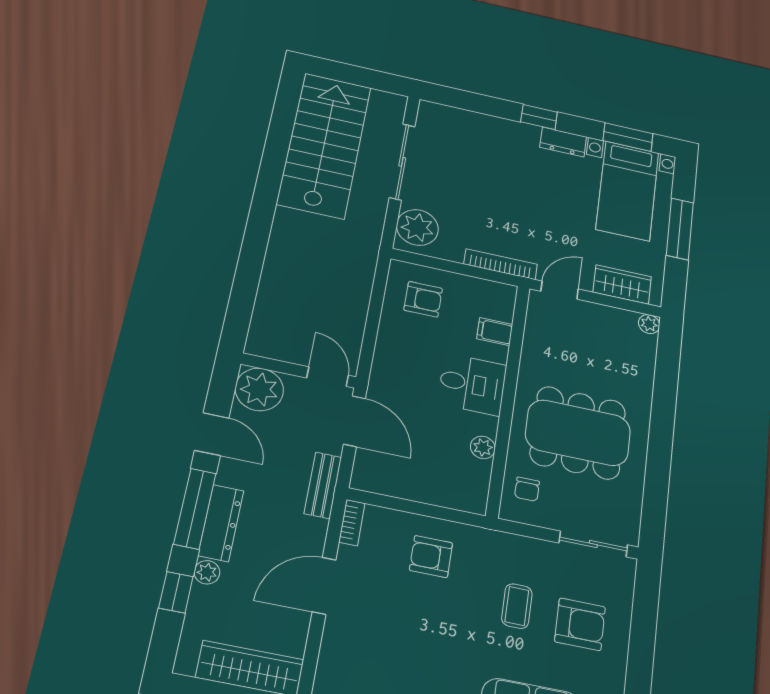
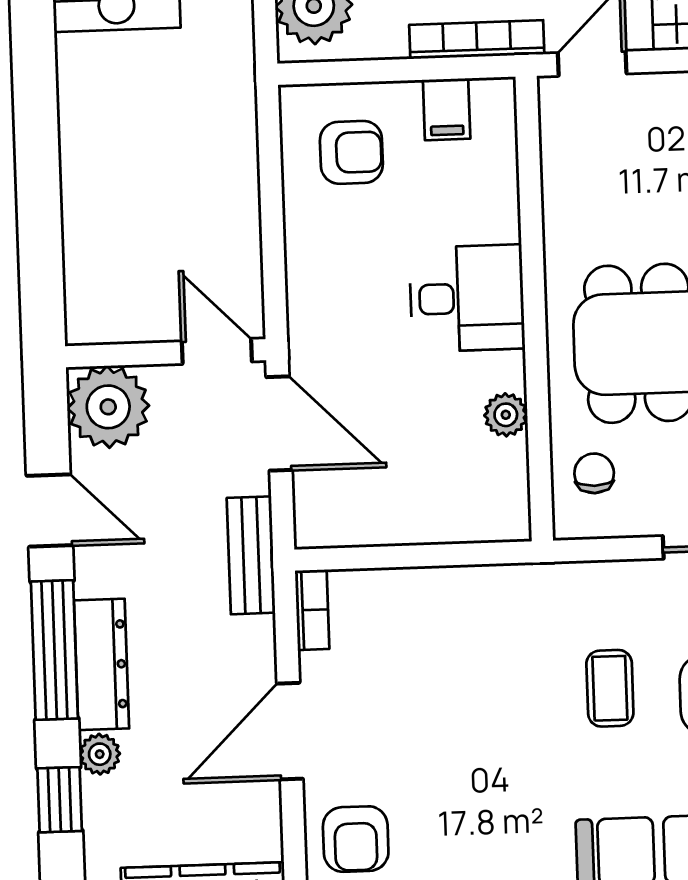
filing cabinet: (495, 332) -> (447, 109), moved, turned -90
chair: (527, 489) -> (594, 473), turned 180
armchair: (431, 557) -> (356, 839), moved, turned -90

